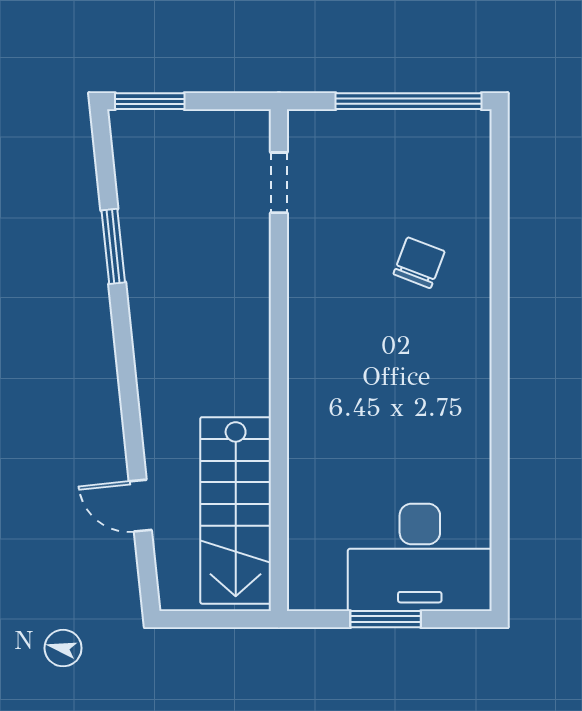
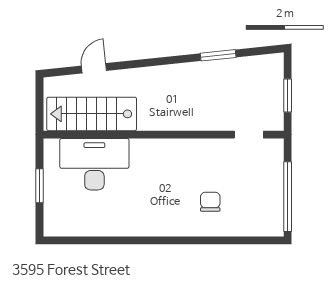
window: (150, 101) -> (288, 95), moved
chair: (419, 263) -> (210, 202), turned -111
desk: (420, 557) -> (94, 164), moved, turned 90

